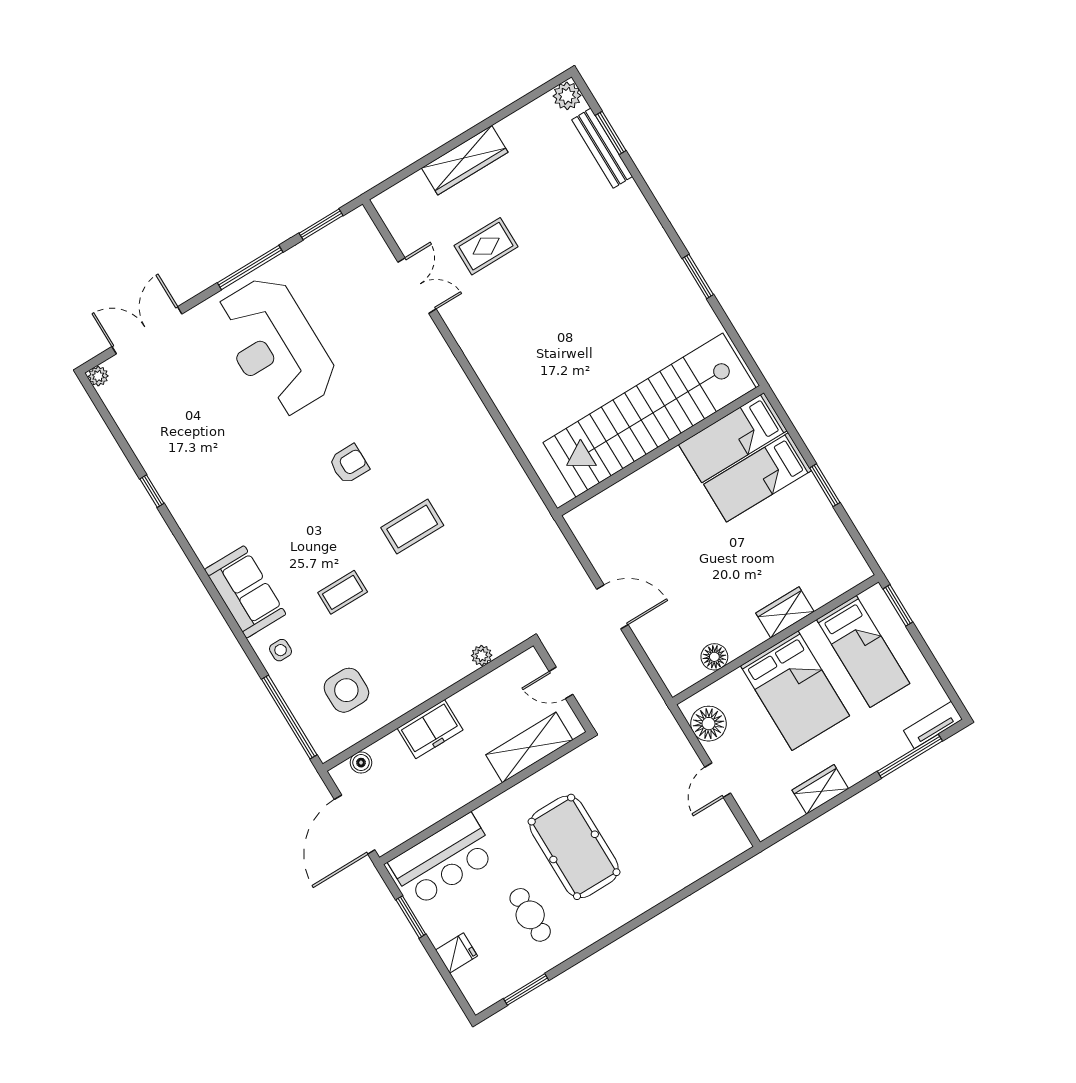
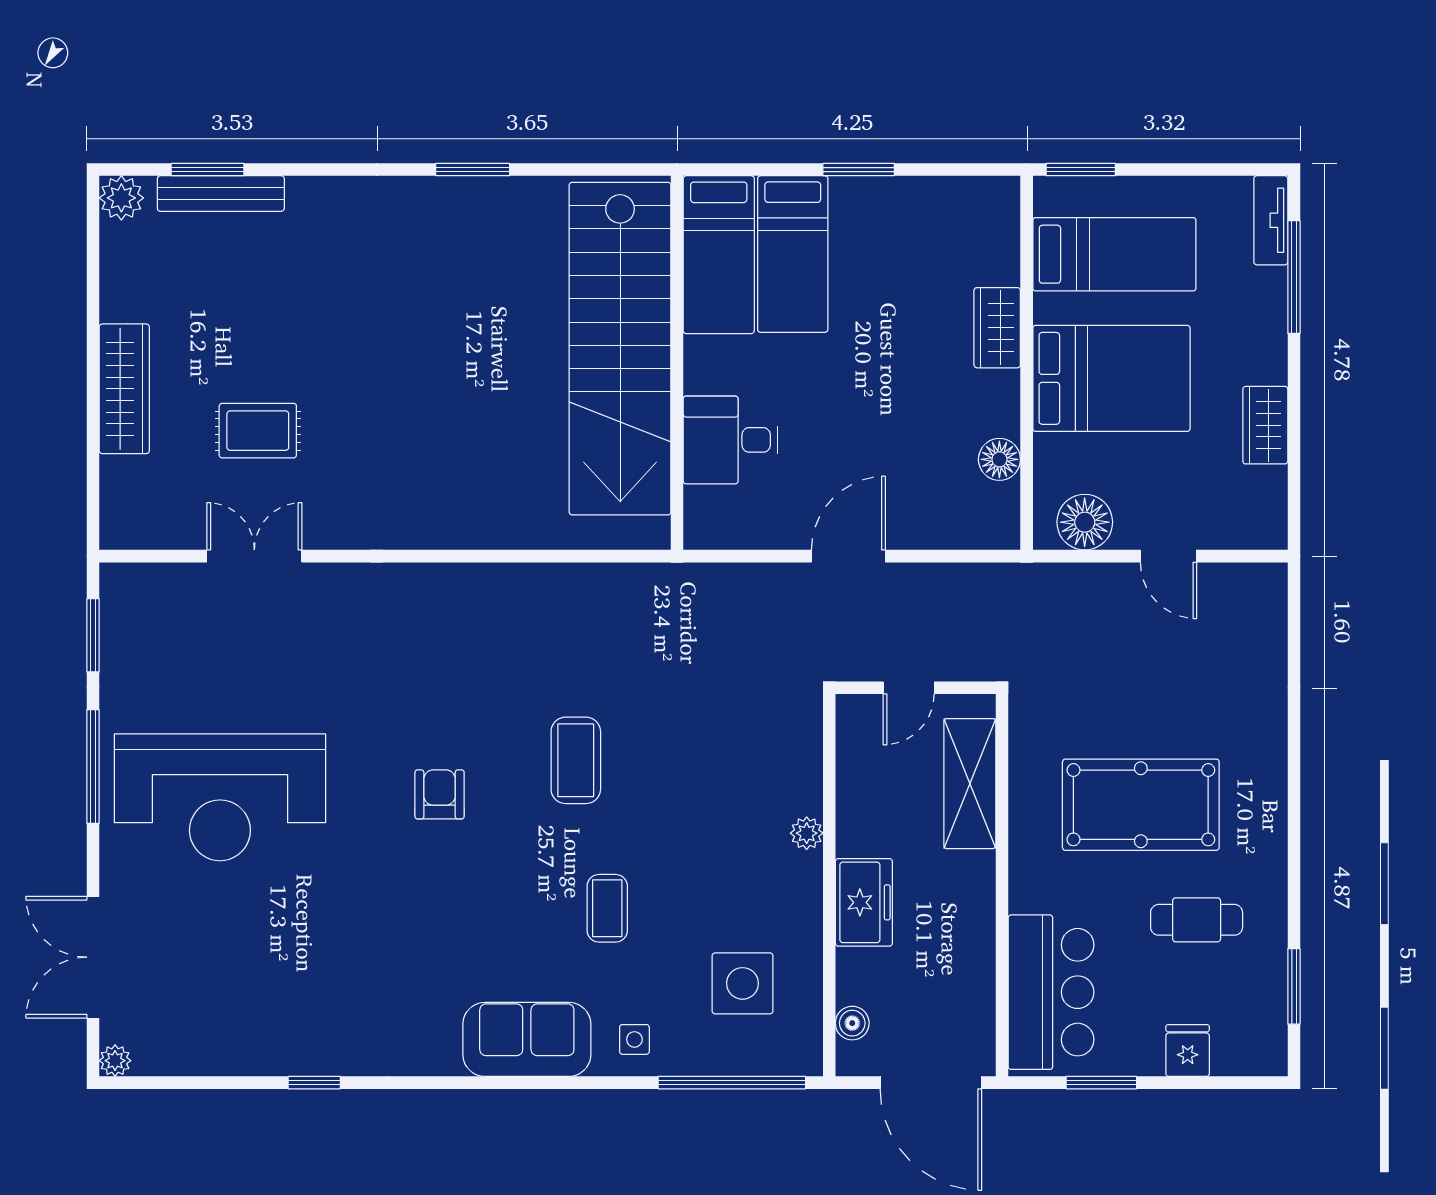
rug: (486, 246) -> (258, 431), turned 90
desk: (636, 505) -> (731, 440), added
plant: (482, 655) -> (807, 833), moved

